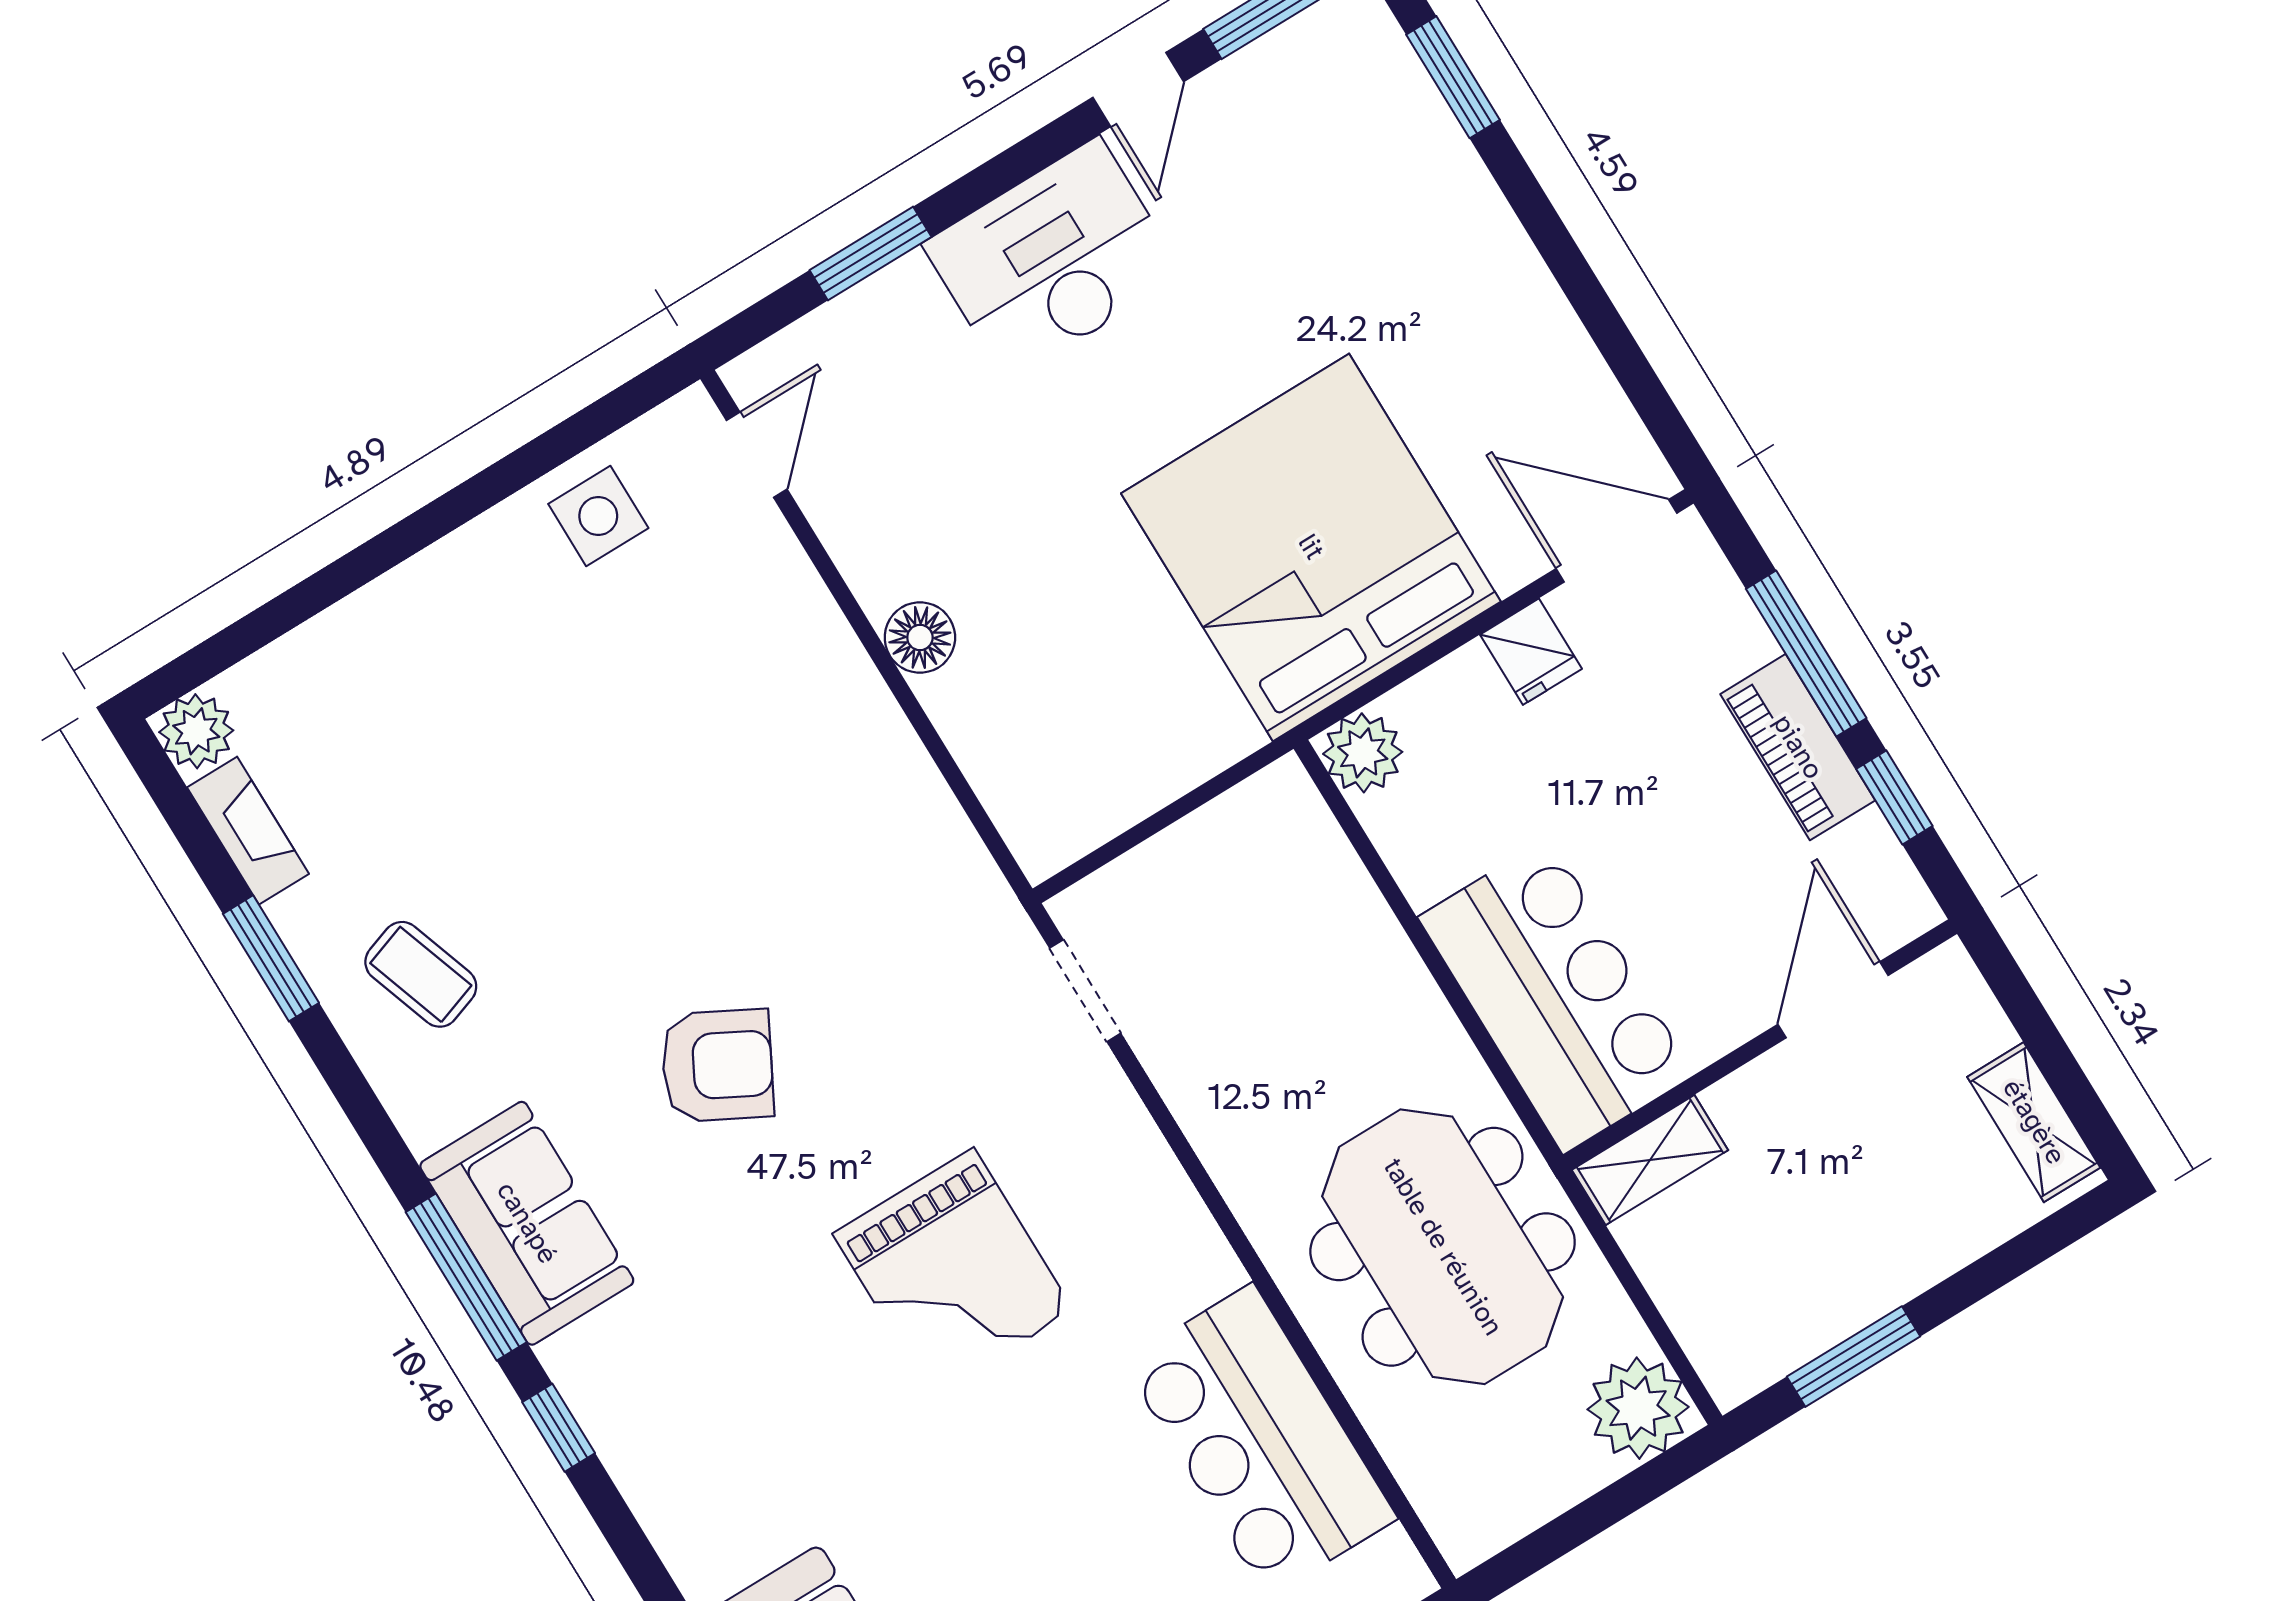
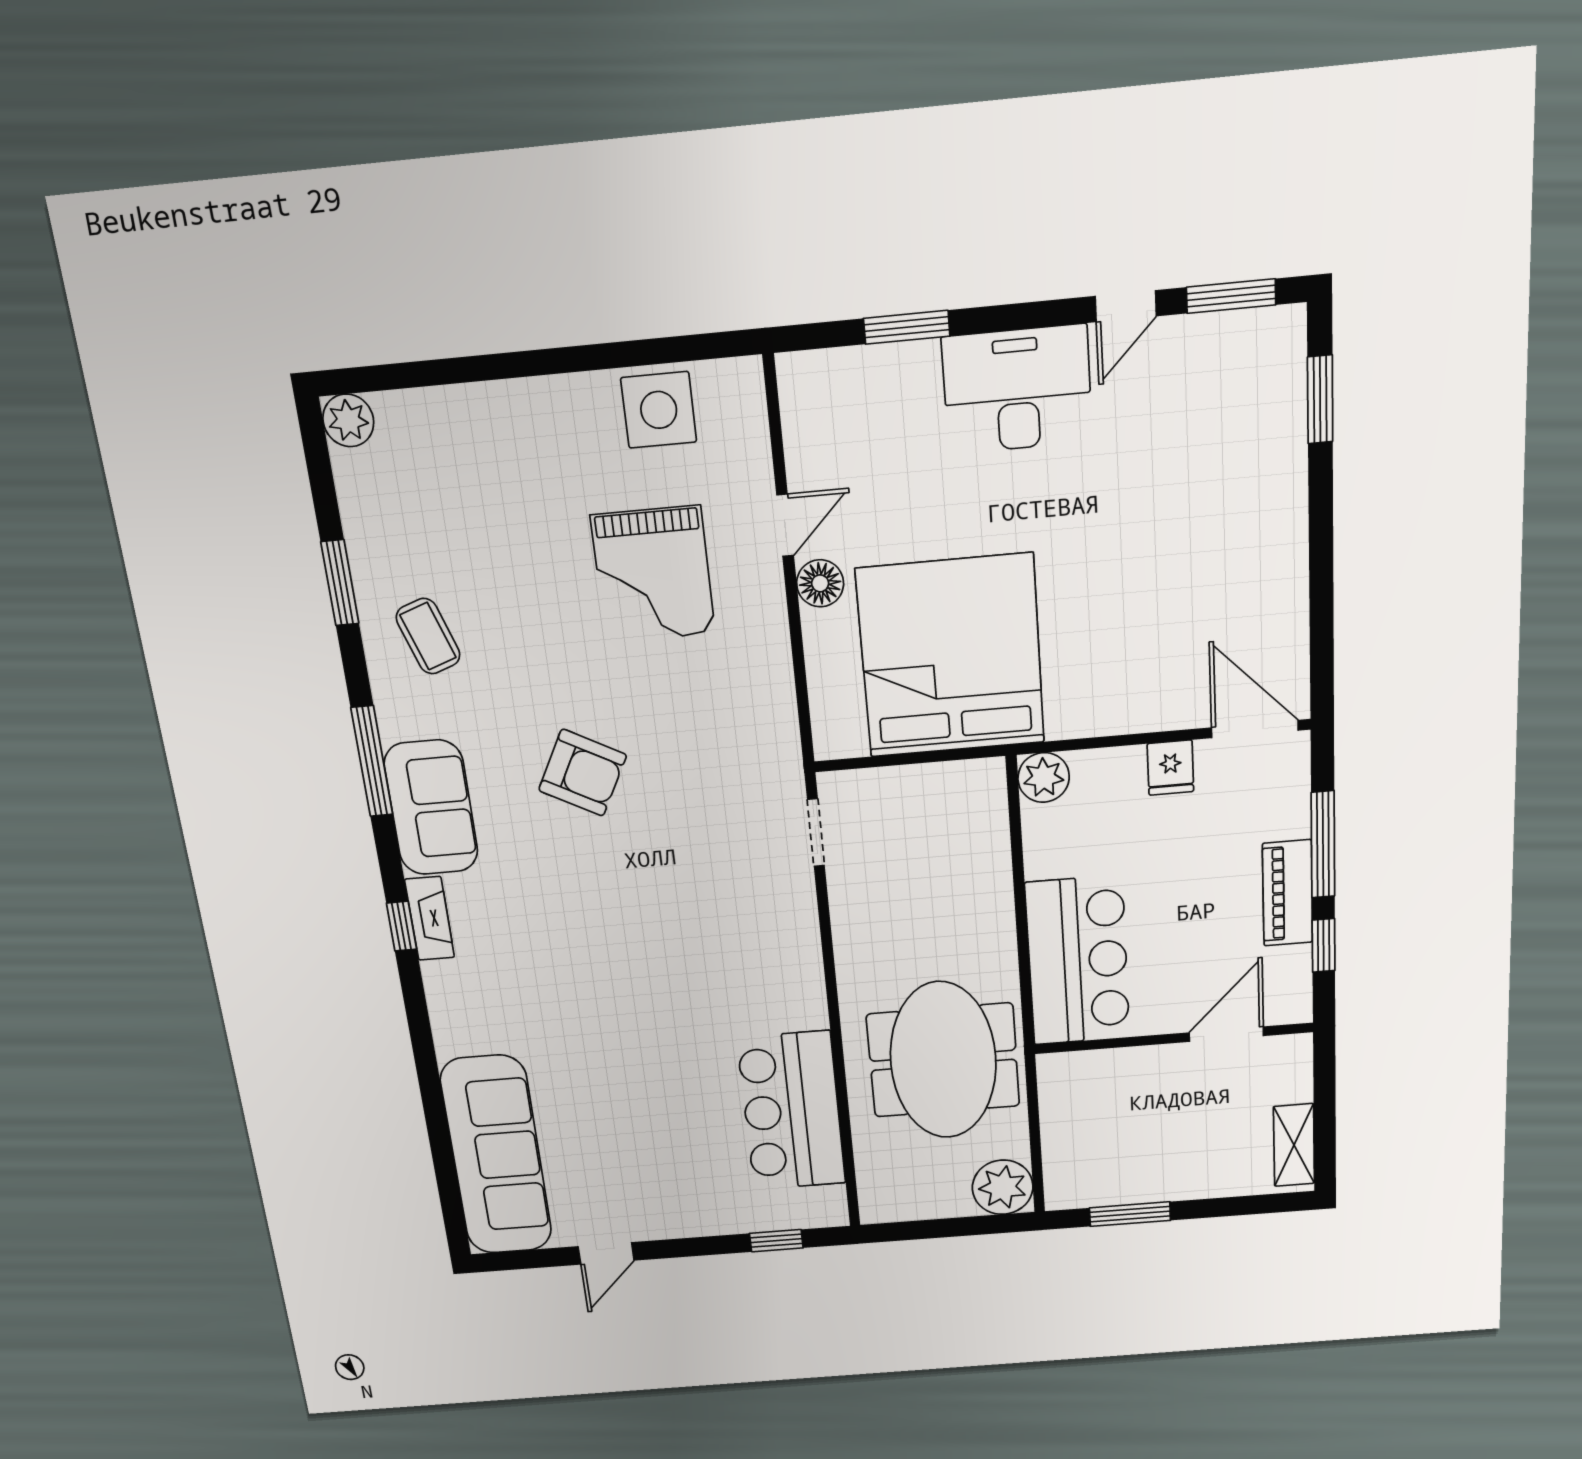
door: (757, 455) -> (785, 525), moved
side table: (598, 516) -> (659, 410), width x1.37, depth x1.37
bed: (1311, 547) -> (951, 656), moved
fireplace: (248, 831) -> (430, 918), moved
shelving: (1650, 1160) -> (1080, 1069), removed
grand piano: (953, 1272) -> (653, 575), moved
window: (466, 1277) -> (372, 761), moved

